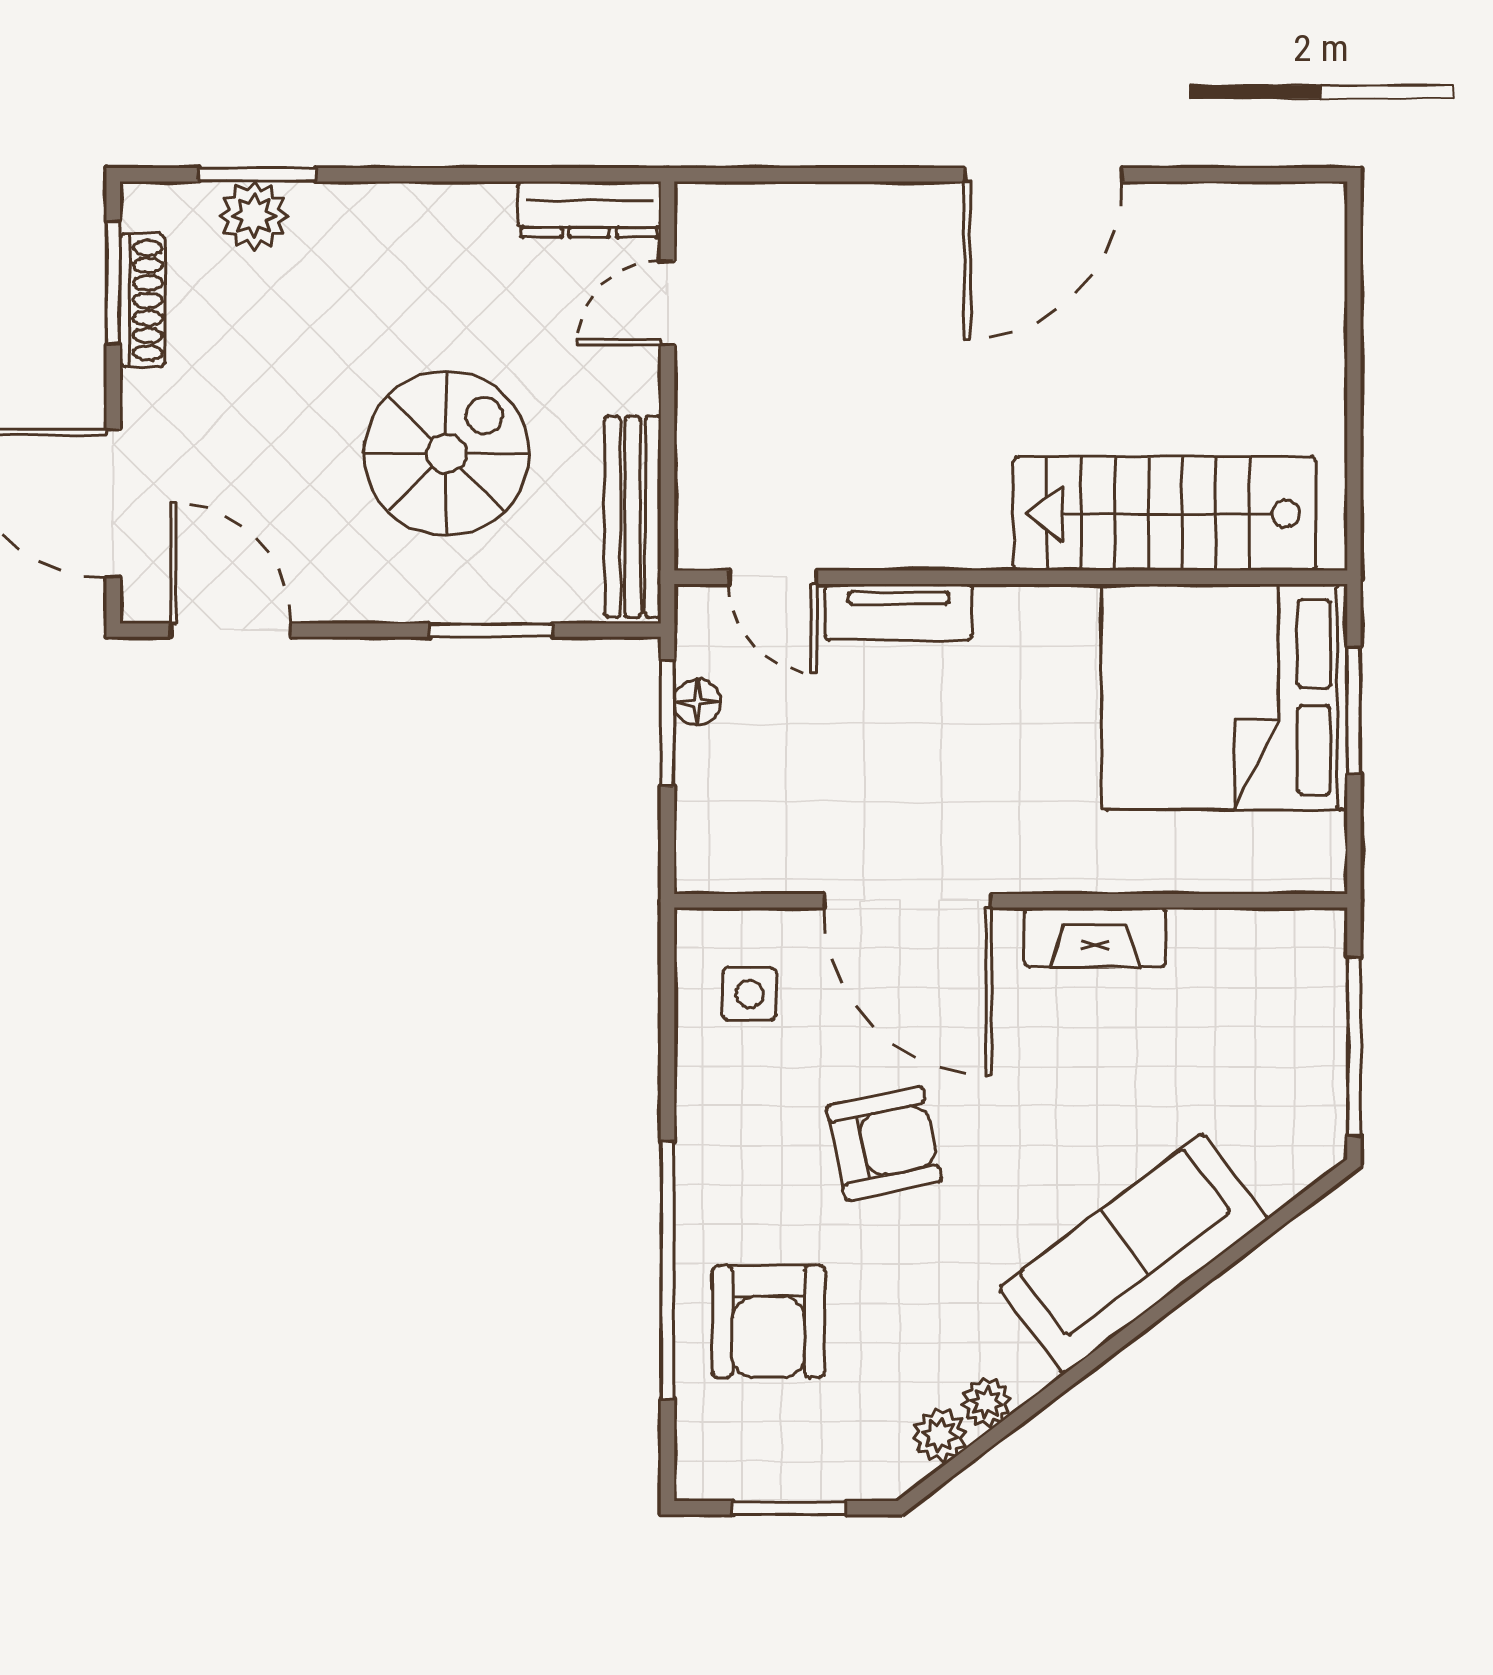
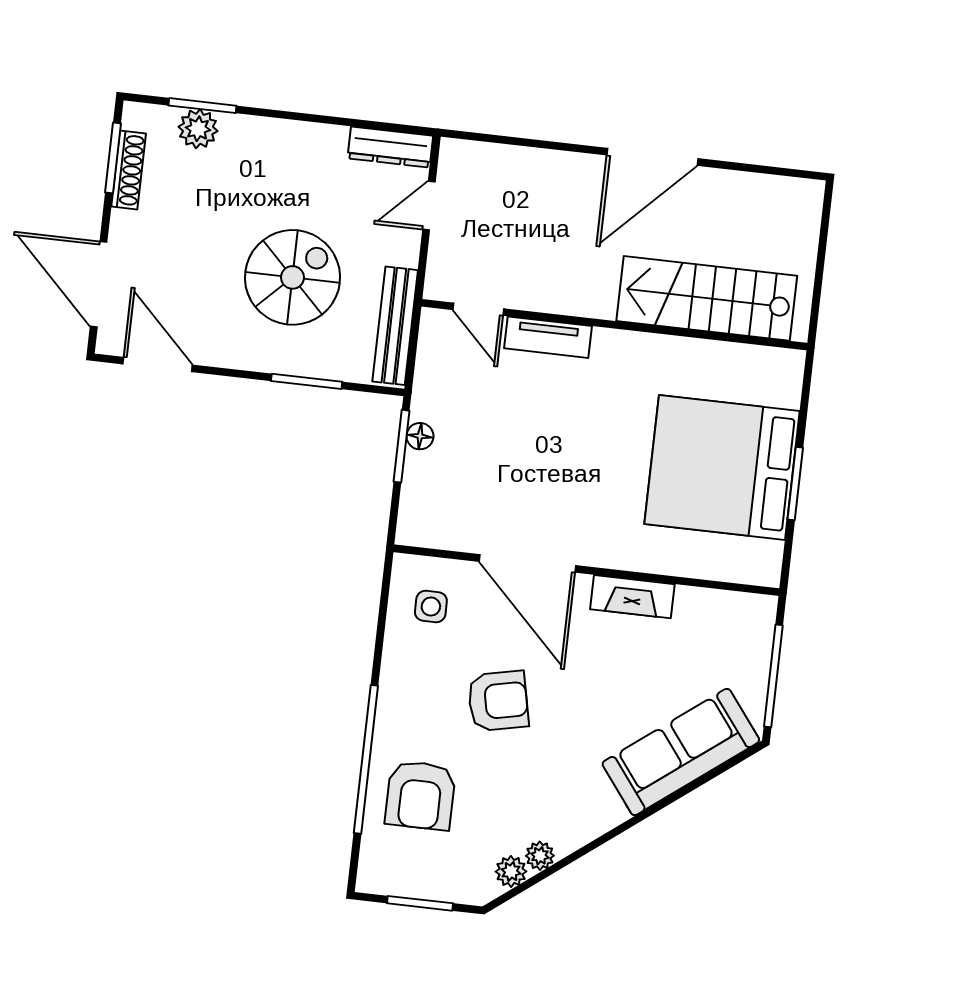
stairs: (1165, 514) -> (707, 298), moved
door: (773, 577) -> (478, 309), moved
wall: (1011, 577) -> (614, 325), moved
tv unit: (899, 612) -> (548, 337), moved
sofa: (1133, 1253) -> (681, 752), moved

